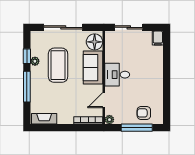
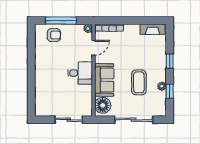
filing cabinet: (158, 38) -> (40, 109), removed
coffee table: (58, 65) -> (139, 82), width x0.73, depth x0.76
window: (27, 87) -> (170, 61), width x0.46

